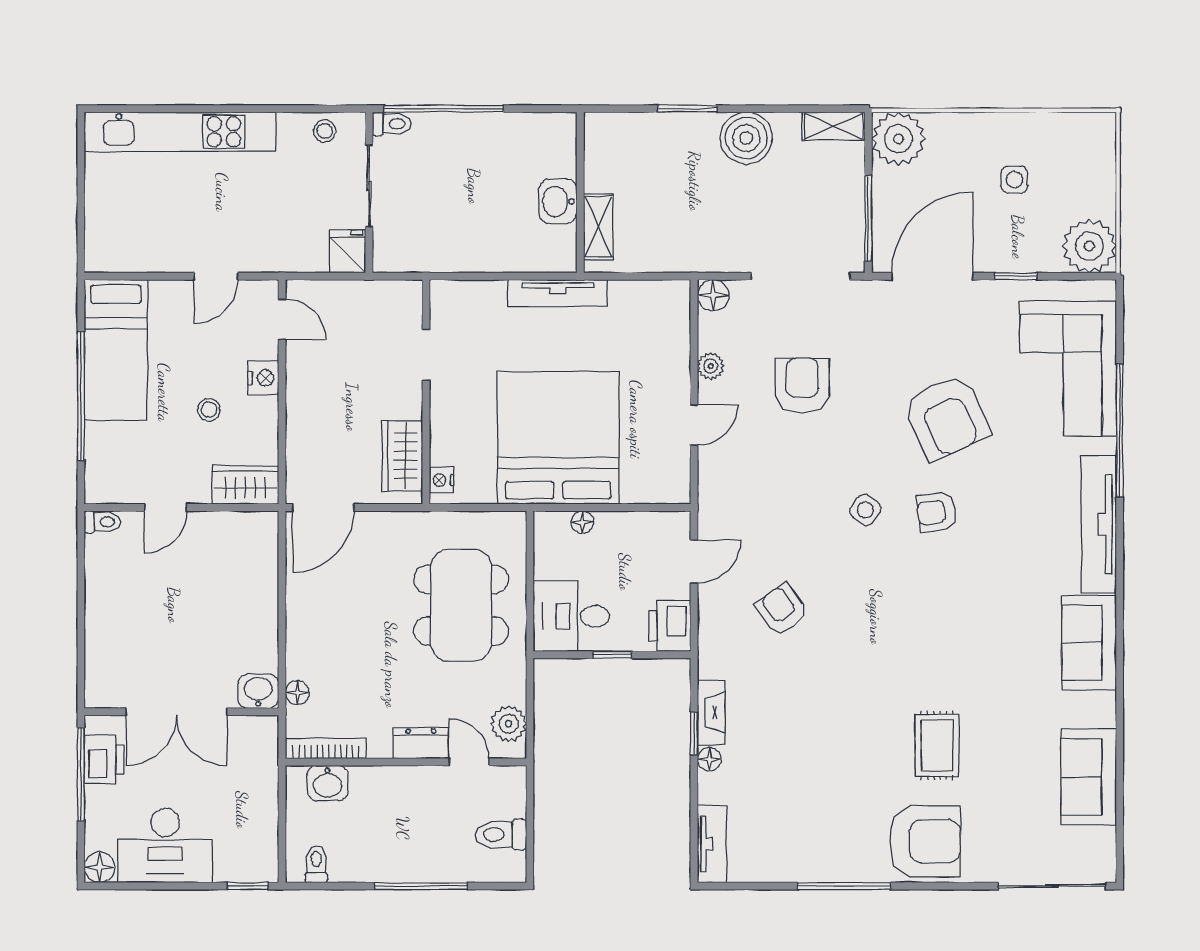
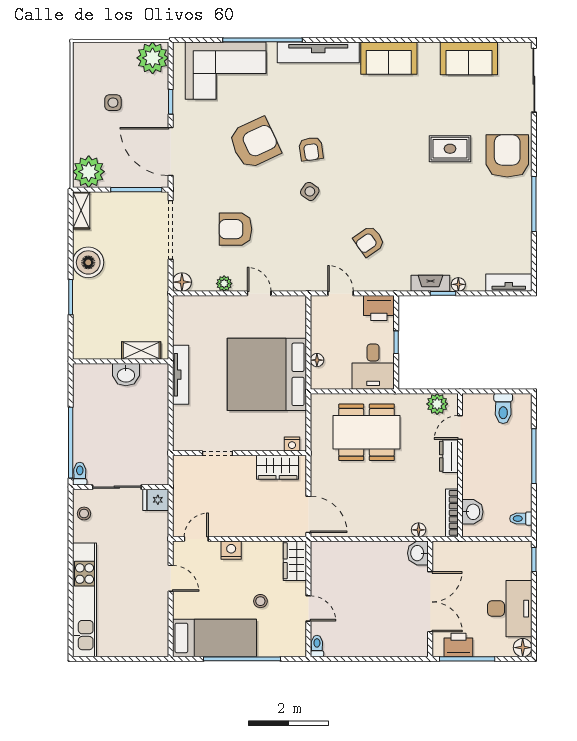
stool: (209, 410) -> (260, 601), moved

